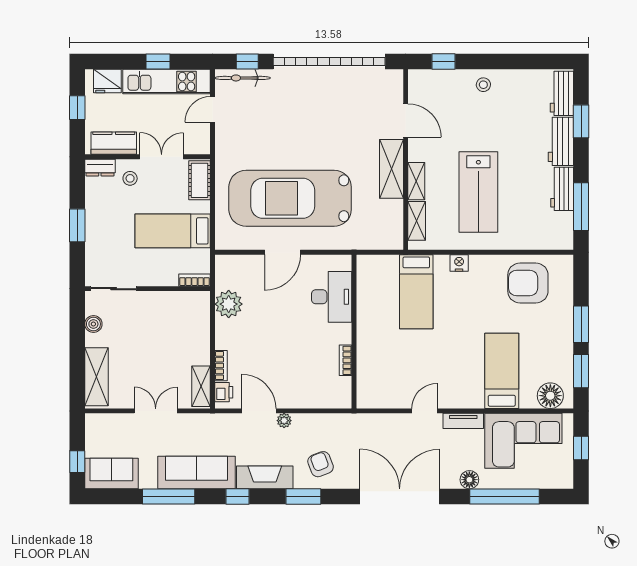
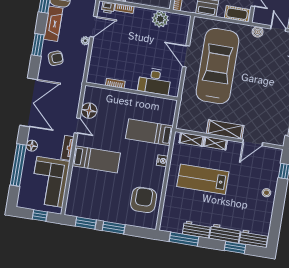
boiler: (224, 142) -> (258, 32), added
bed: (502, 371) -> (96, 159), moved
floor lamp: (550, 396) -> (89, 111), moved

